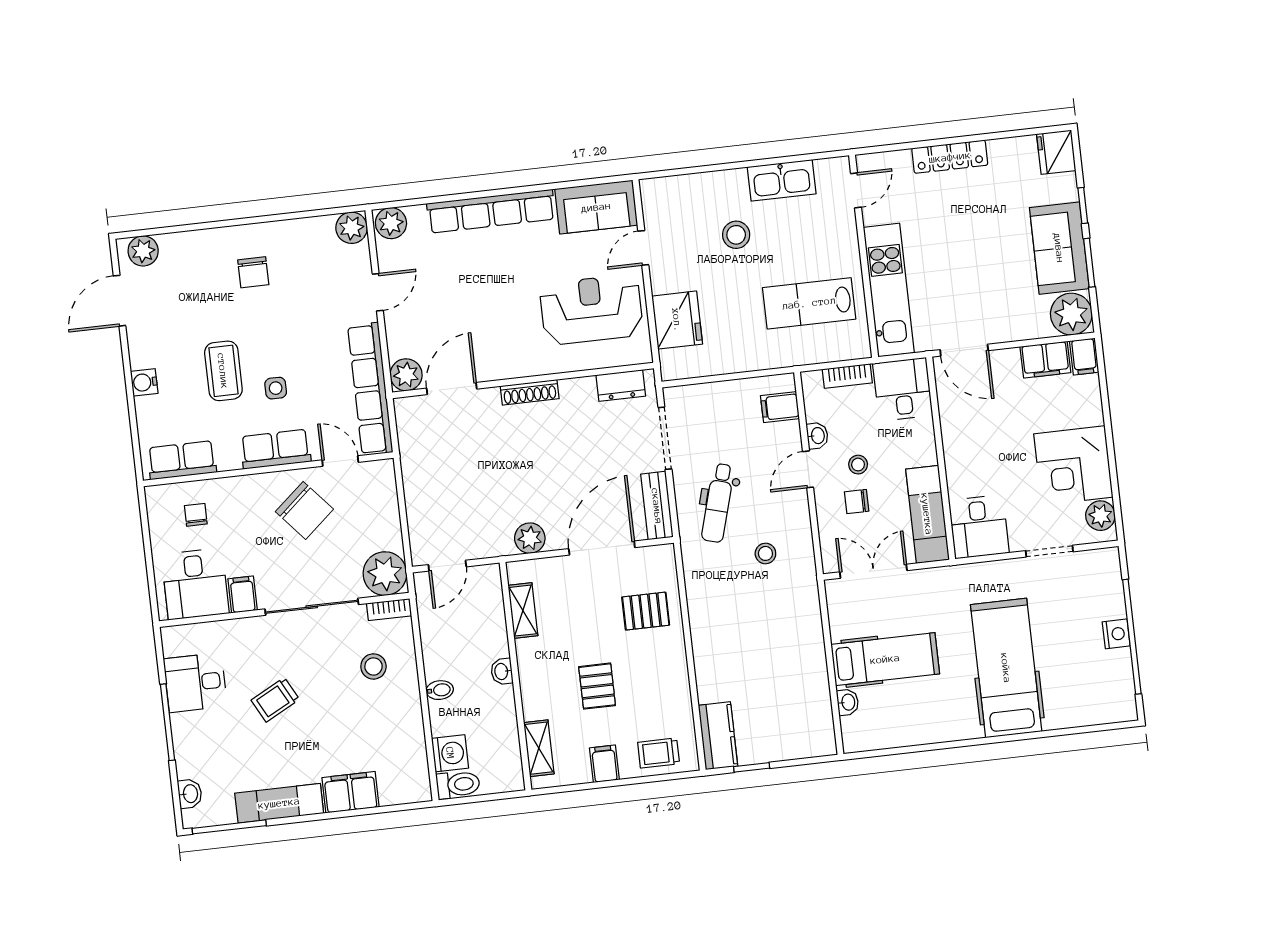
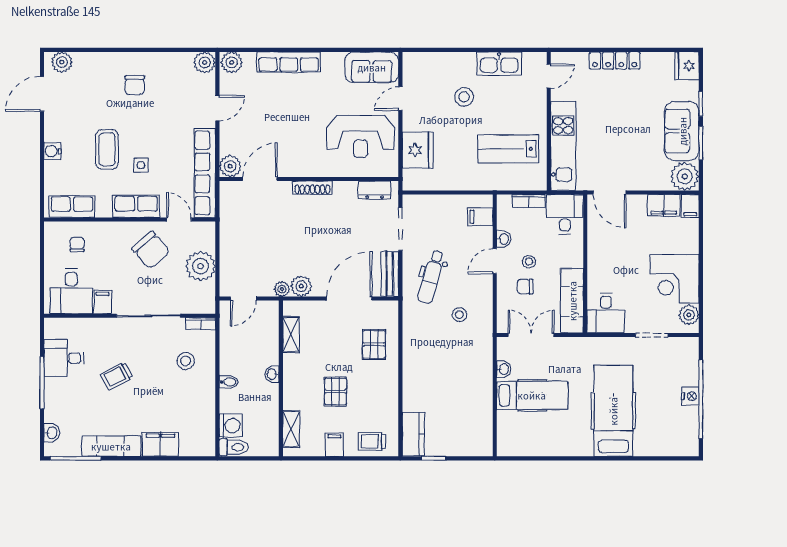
row of seats: (491, 211) -> (289, 62), width x0.73
reception desk: (591, 310) -> (360, 136), turned 180
plant: (502, 546) -> (282, 289), added
plant: (385, 574) -> (201, 266), moved
pallet: (646, 611) -> (374, 344), turned 90
washbasin: (848, 702) -> (504, 369), moved

